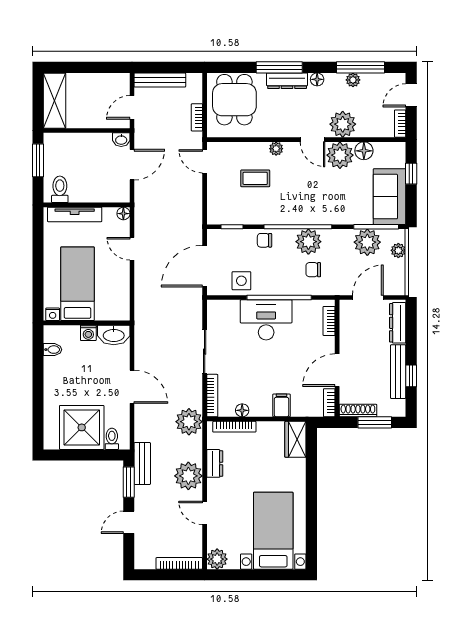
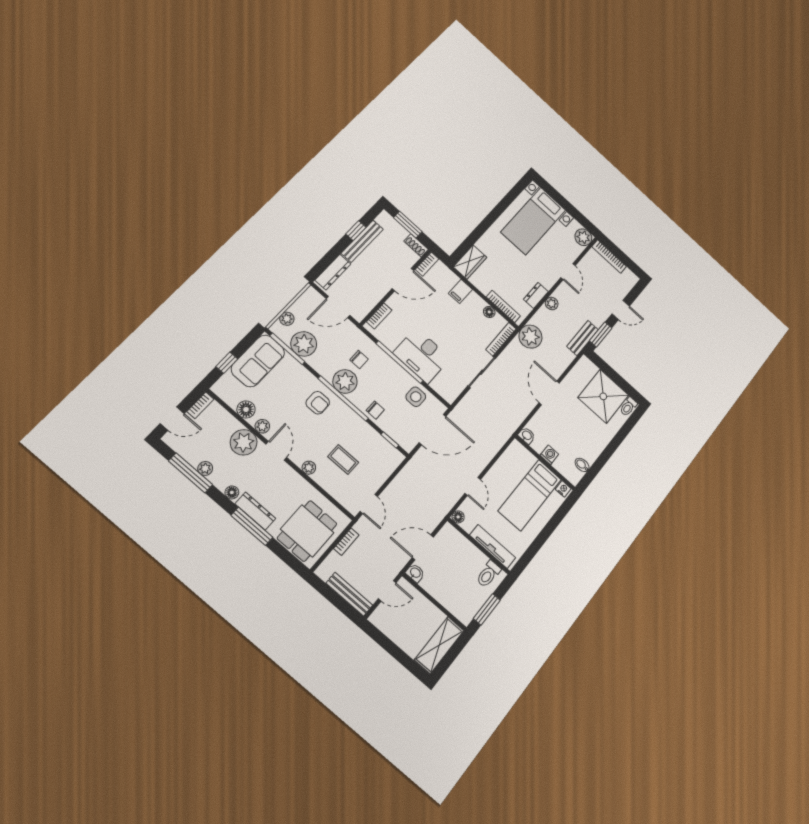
plant: (340, 155) -> (262, 426), width x0.53, depth x0.53
armchair: (315, 205) -> (318, 403), added
washbasin: (114, 335) -> (527, 436), width x0.52, depth x0.69
shoe rack: (358, 411) -> (416, 245), width x0.70
toilet: (112, 439) -> (628, 407), moved
plant: (188, 476) -> (552, 303), width x0.53, depth x0.53

